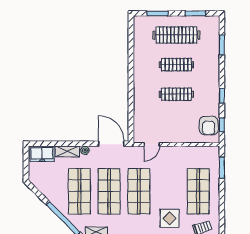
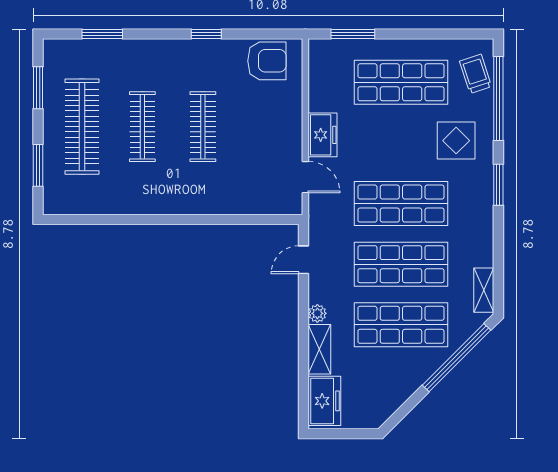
window: (222, 125) -> (265, 34), removed
door: (111, 144) -> (304, 260), width x0.53
freezer: (172, 153) -> (323, 135), added

